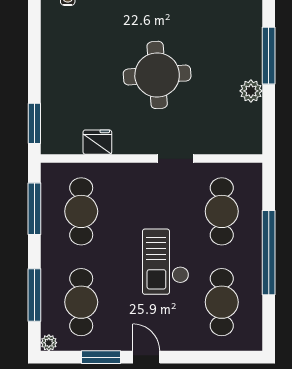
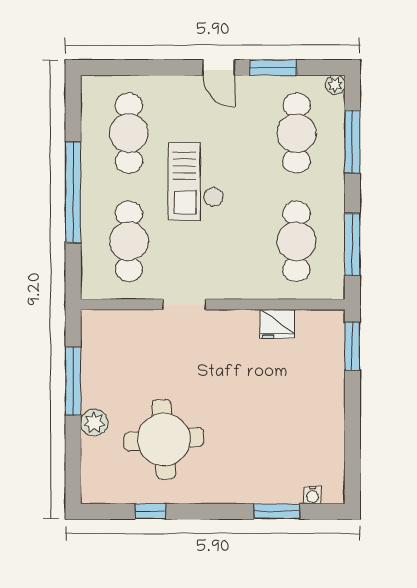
window: (269, 56) -> (73, 381), moved
round table: (157, 75) -> (164, 439), moved
plant: (251, 91) -> (94, 423), moved
checkout: (166, 262) -> (196, 181), turned 180

